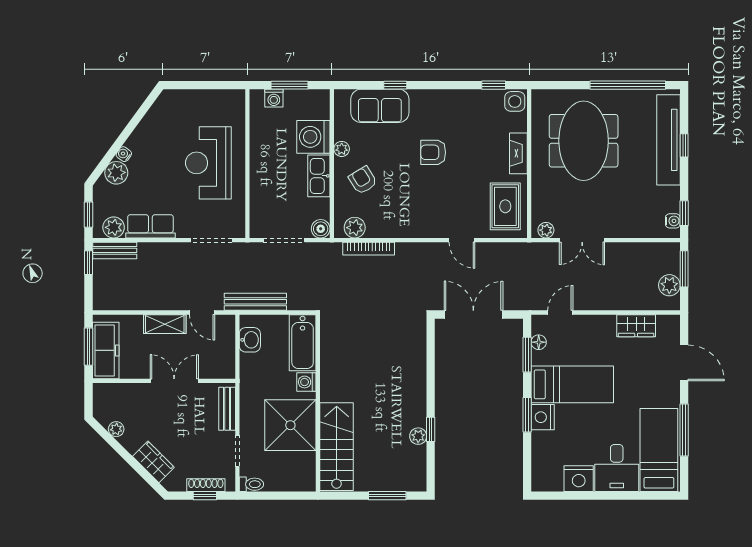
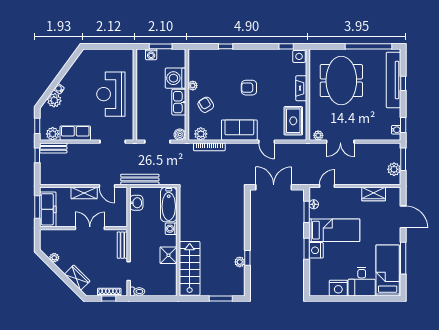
sofa: (380, 106) -> (239, 130), moved, turned 180
shower: (290, 425) -> (169, 255), width x0.54, depth x0.54

